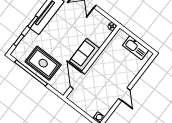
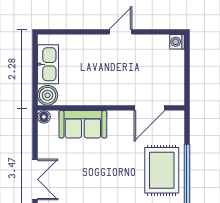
boiler: (121, 36) -> (48, 95), added
sofa: (85, 55) -> (83, 124), moved

